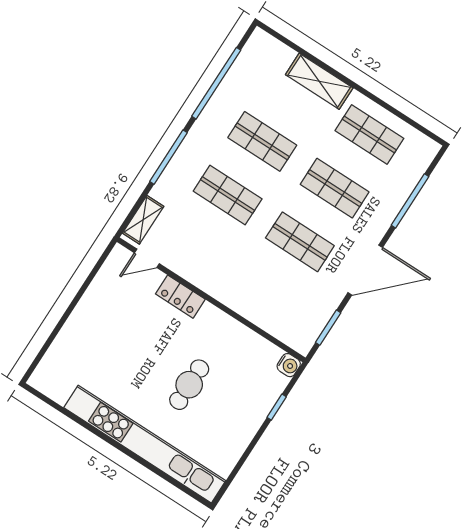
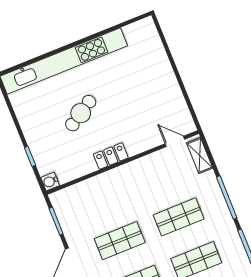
door: (147, 258) -> (175, 141), hinge flipped
locker: (180, 297) -> (111, 156), moved
cafe table: (189, 385) -> (81, 113), turned 58

